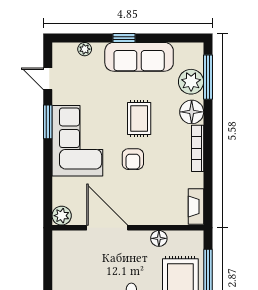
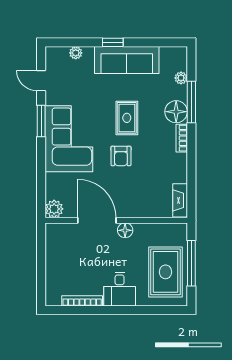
window: (208, 77) -> (191, 102), moved
plant: (191, 82) -> (181, 78), width x0.53, depth x0.53
bookcase: (198, 148) -> (182, 138), width x0.64
floor lamp: (159, 238) -> (125, 230), moved

